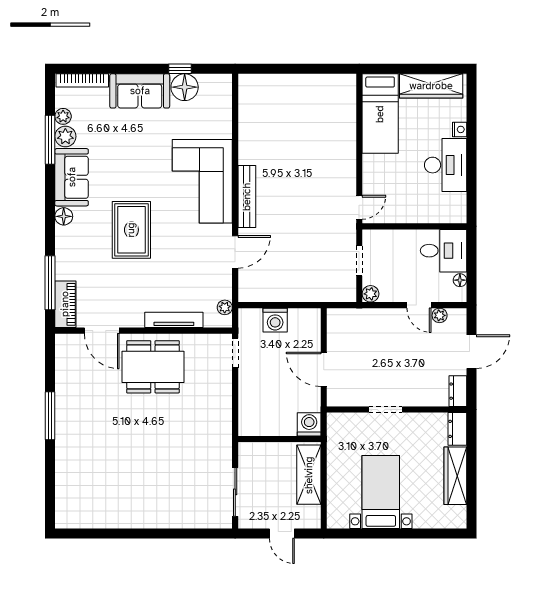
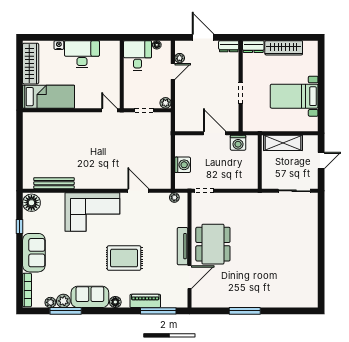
floor lamp: (185, 87) -> (31, 203), moved
bench: (247, 197) -> (54, 183), moved
piano: (65, 304) -> (145, 301), moved
tv unit: (174, 320) -> (183, 246), moved
door: (324, 369) -> (215, 133), swing flipped
washing machine: (309, 424) -> (238, 143), moved, turned -90

